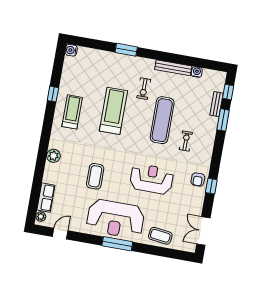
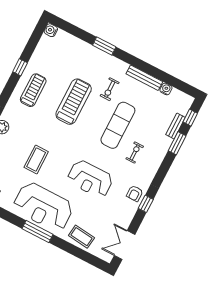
reception desk: (152, 179) -> (90, 179), turned 180

